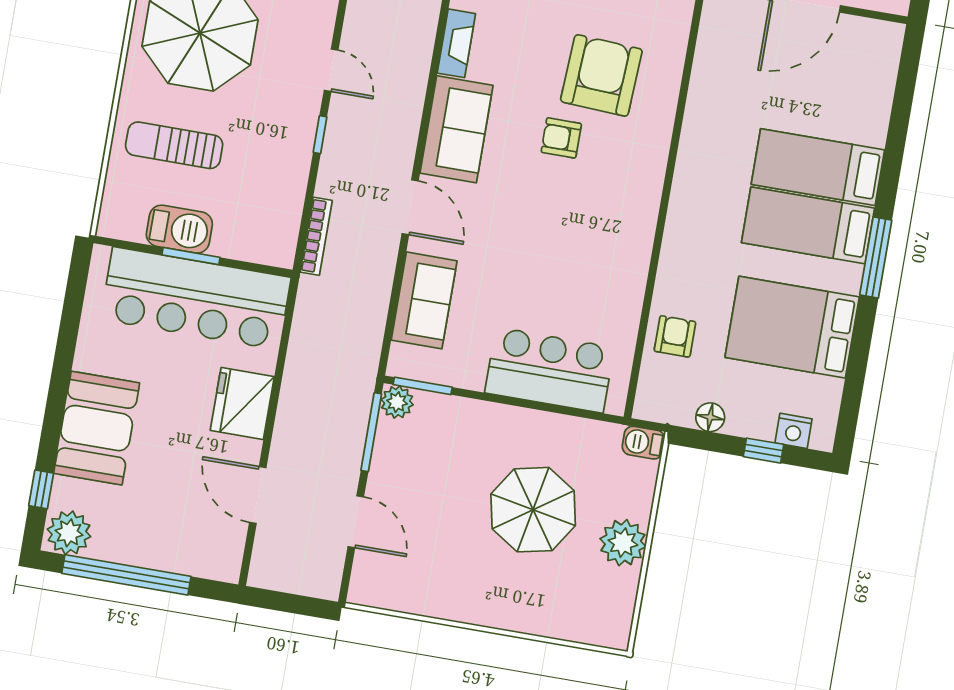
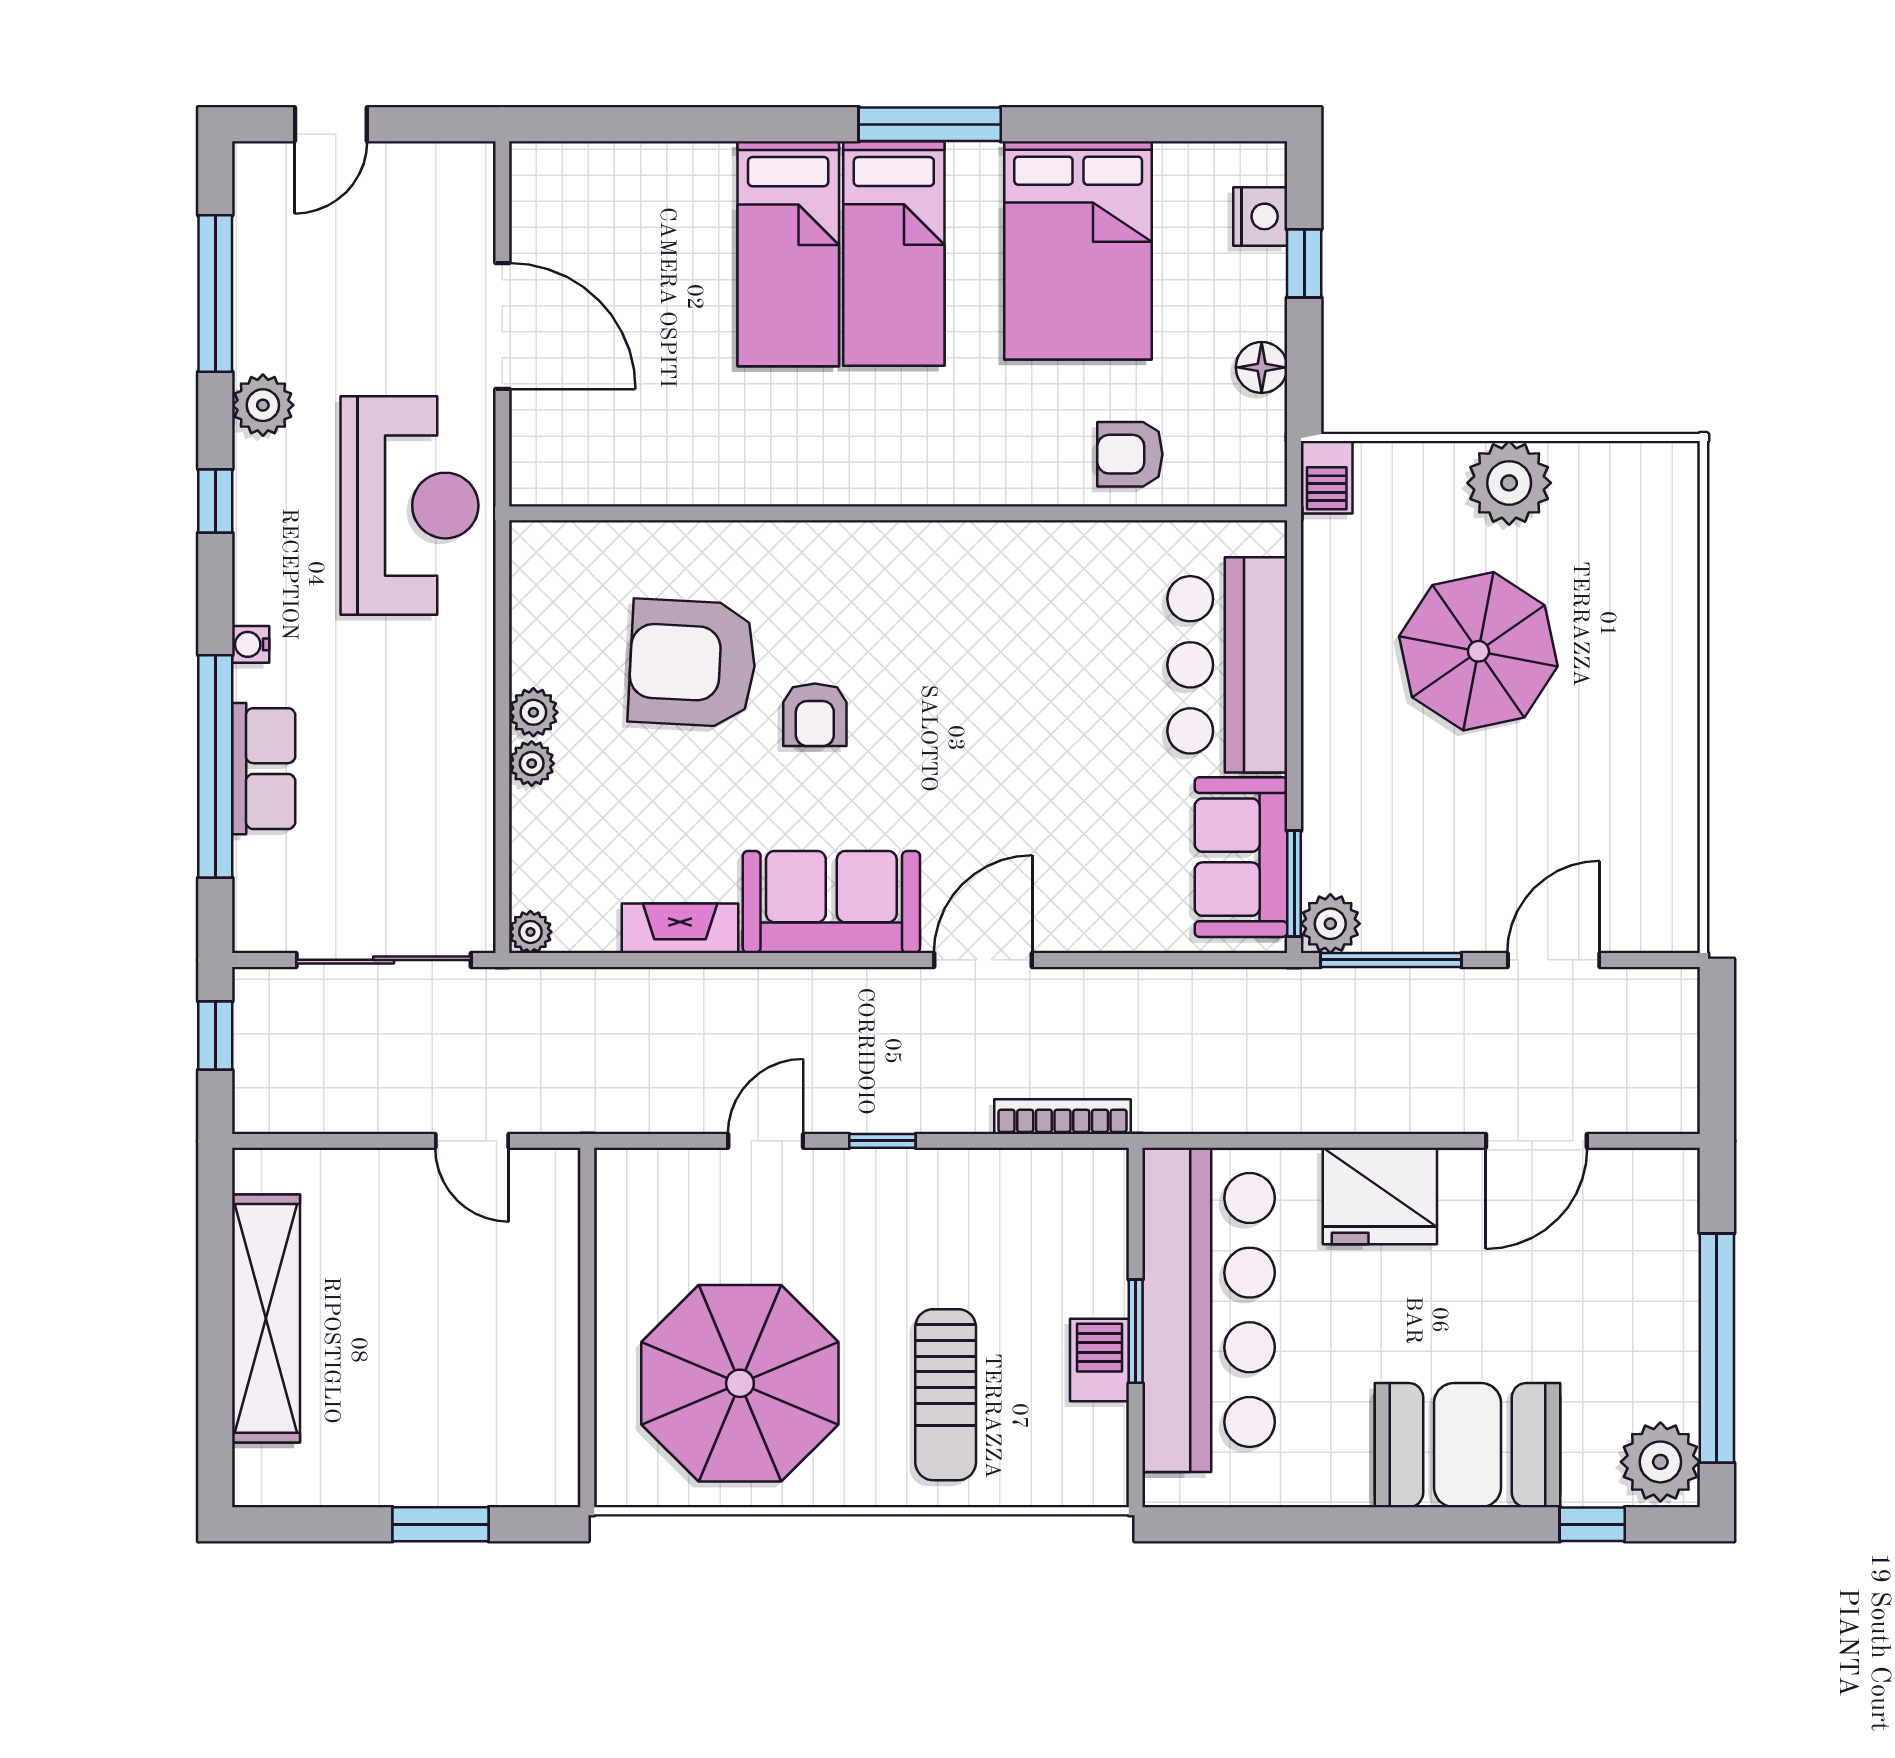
barbecue: (179, 229) -> (1100, 1360), width x0.73, depth x0.79
sofa: (424, 300) -> (1241, 857), moved, turned -90

